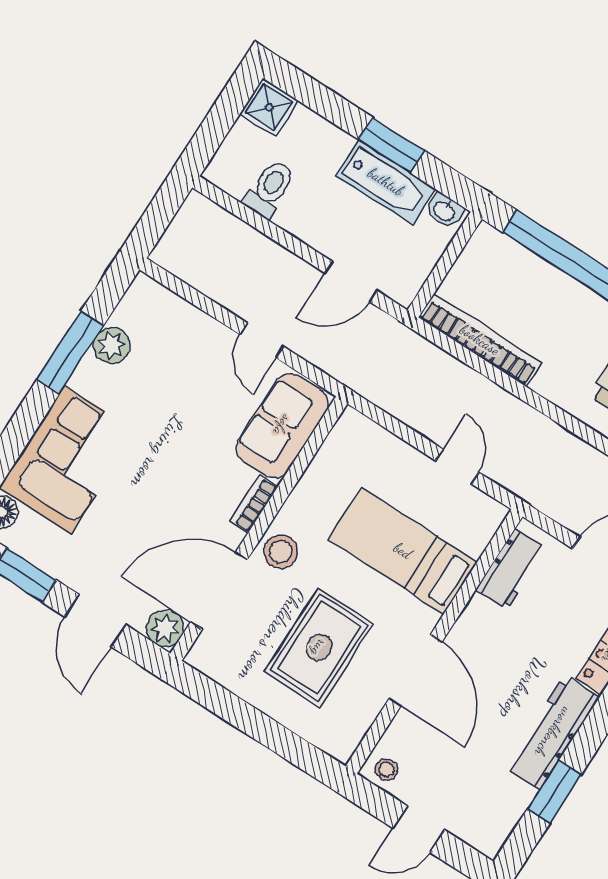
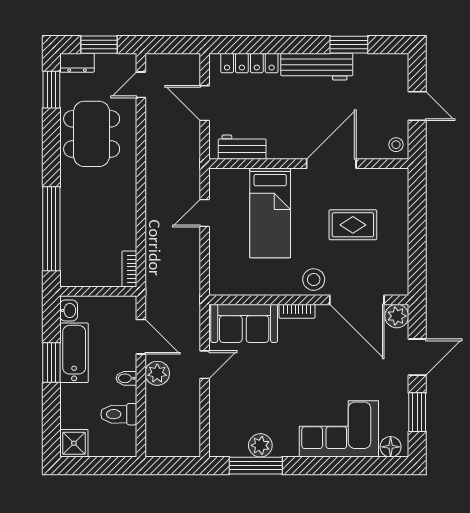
bidet: (309, 228) -> (126, 378), added
plant: (290, 272) -> (157, 373), added
bookcase: (480, 340) -> (129, 269), width x0.43, depth x0.76
window: (70, 353) -> (256, 466), moved
rug: (319, 648) -> (353, 225), width x0.73, depth x0.70

